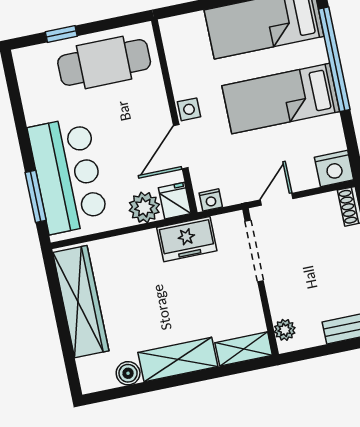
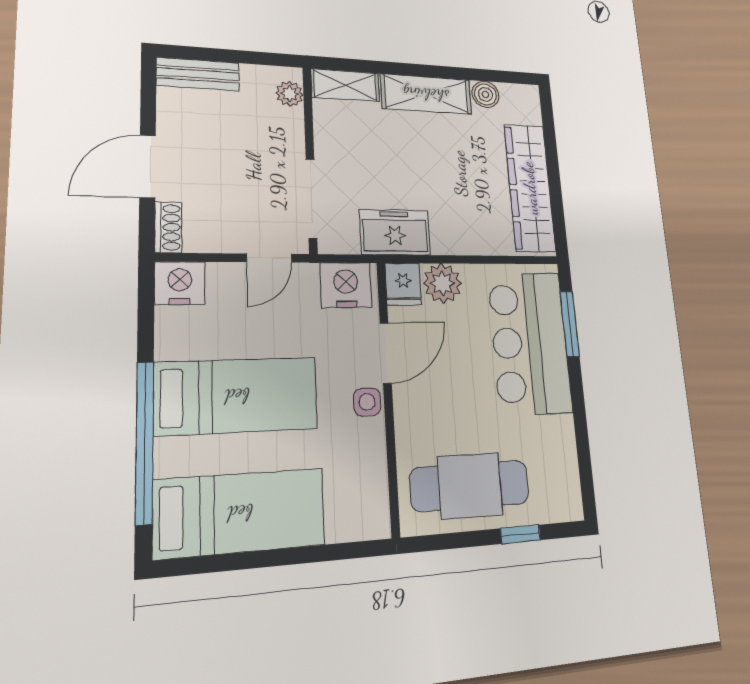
nightstand: (211, 200) -> (346, 285), width x1.89, depth x1.79

